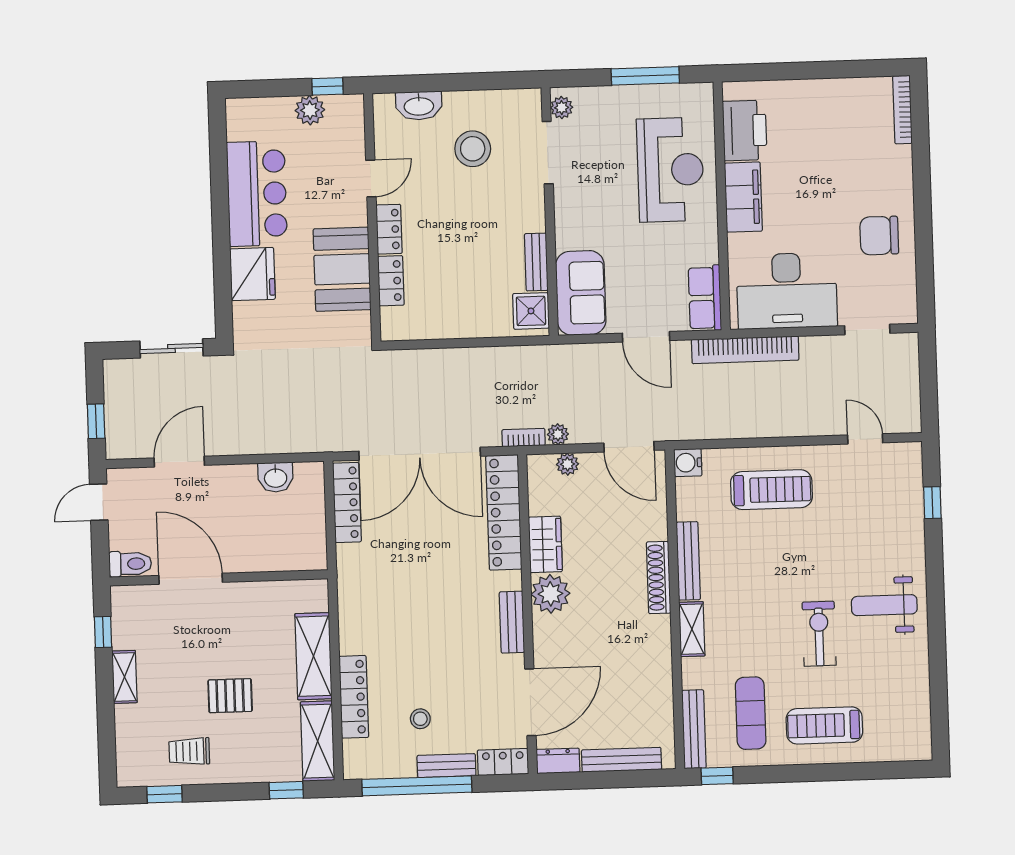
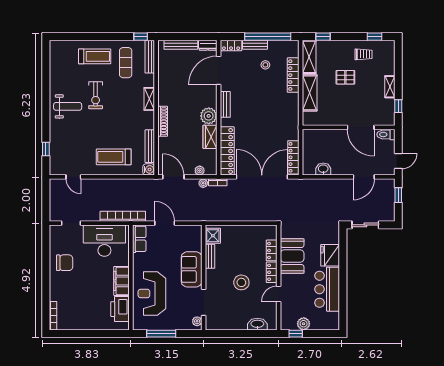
stool: (473, 149) -> (241, 282), moved
sofa: (581, 293) -> (192, 269), moved
bench: (688, 561) -> (150, 146), moved

